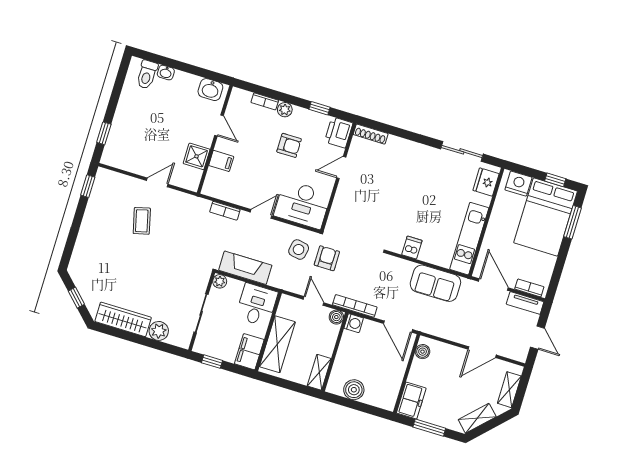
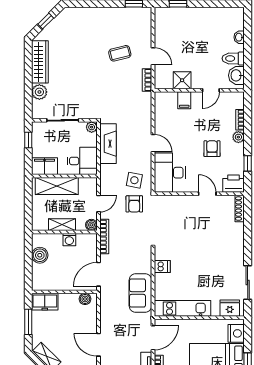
toilet: (147, 75) -> (233, 58), moved
armchair: (289, 145) -> (212, 149), turned 180
bookcase: (225, 211) -> (147, 80), moved
armchair: (327, 258) -> (134, 204), turned 90
washing machine: (354, 323) -> (69, 240), moved
shelving: (319, 372) -> (62, 225), moved

